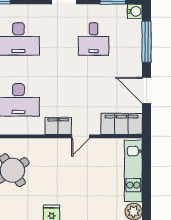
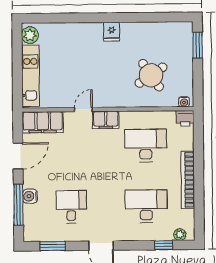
water cooler: (135, 11) -> (30, 196), moved
door: (146, 90) -> (18, 156), hinge flipped

